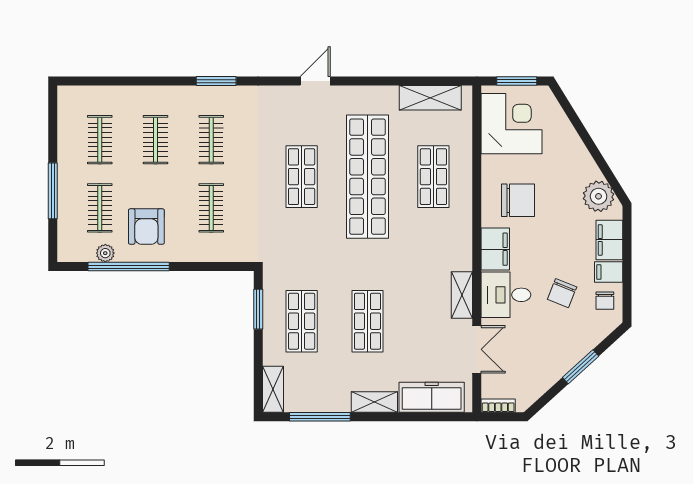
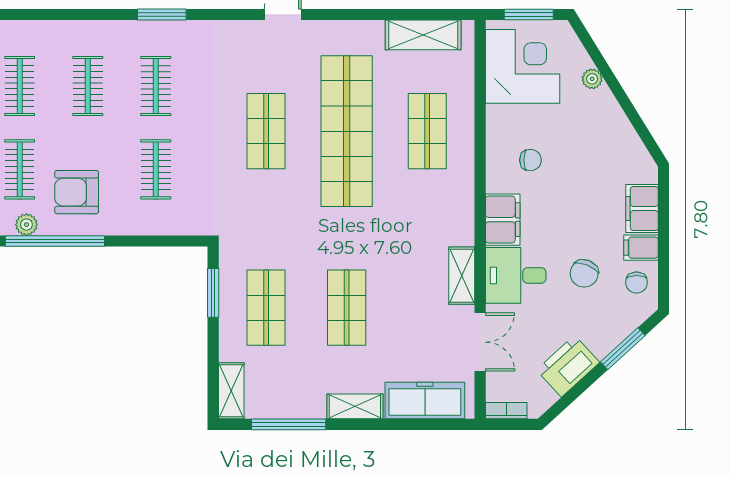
plant: (599, 196) -> (592, 79), moved, width x0.53, depth x0.53
chair: (518, 200) -> (530, 160), width x0.54, depth x0.54
armchair: (146, 227) -> (77, 192), turned 90
window: (581, 367) -> (623, 349), moved
printer: (549, 369) -> (568, 366), added

